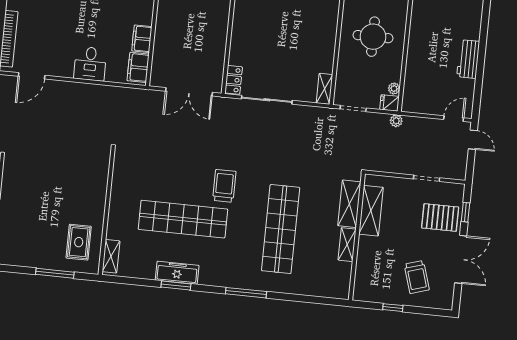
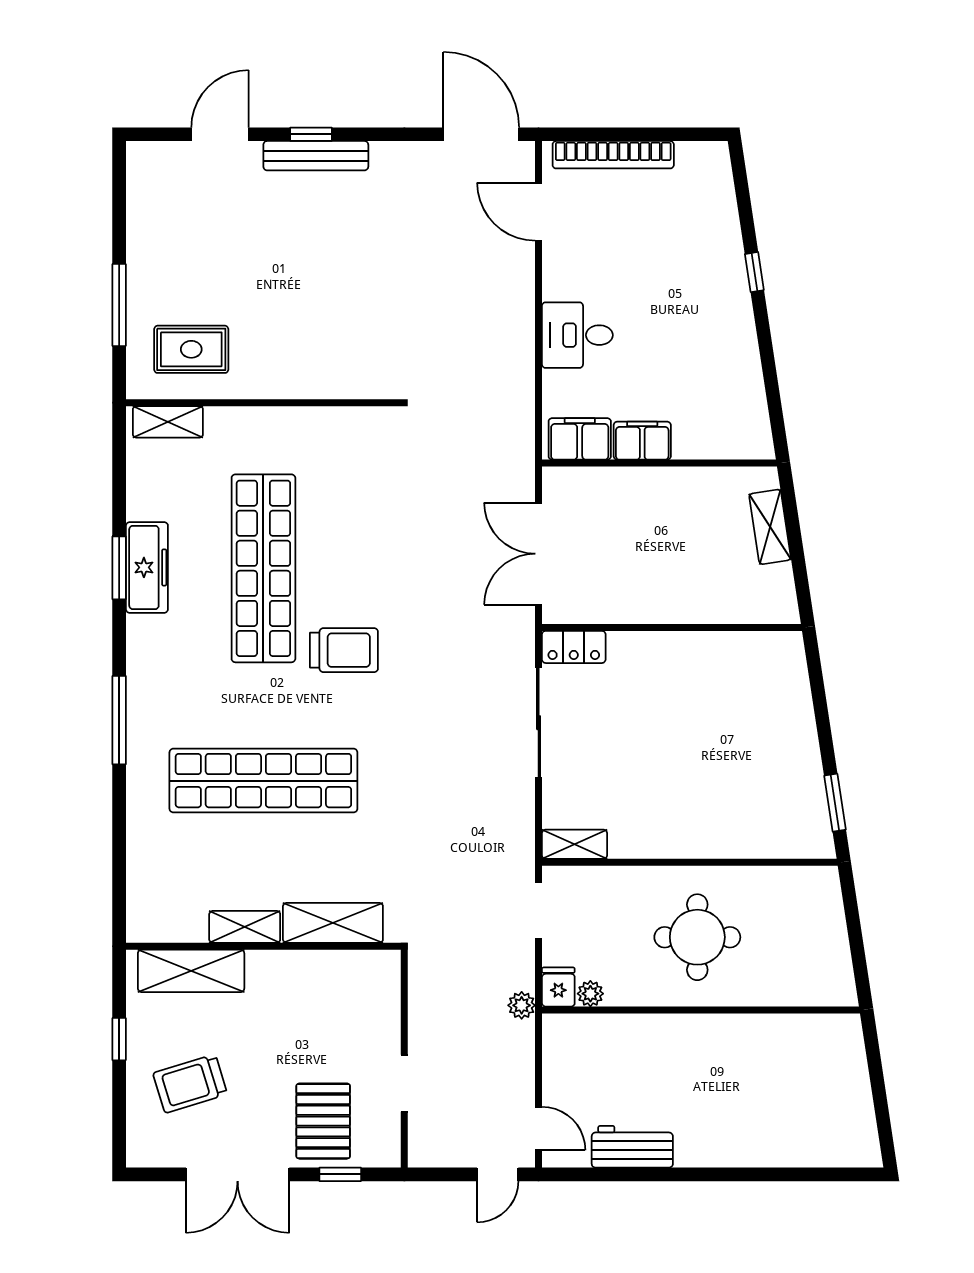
workbench: (468, 59) -> (632, 1147), moved
shelving: (371, 211) -> (191, 971), moved

